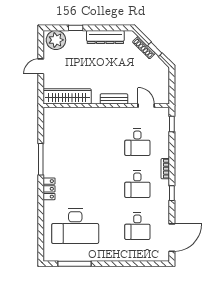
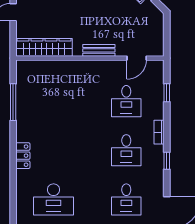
door: (146, 106) -> (137, 58), swing flipped
window: (172, 124) -> (167, 93), moved
window: (41, 159) -> (13, 102), moved
desk: (75, 226) -> (54, 199), width x0.73, depth x0.77

